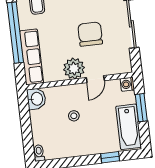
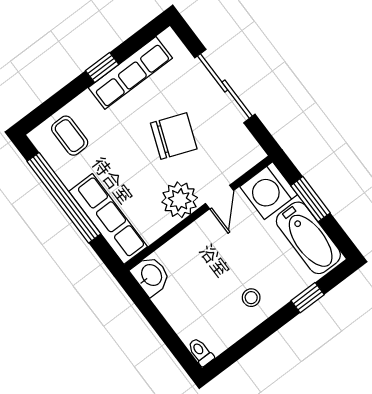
chair: (90, 34) -> (174, 136), turned 111
washing machine: (127, 84) -> (269, 191), width x1.89, depth x1.89
stool: (74, 116) -> (251, 298), moved

